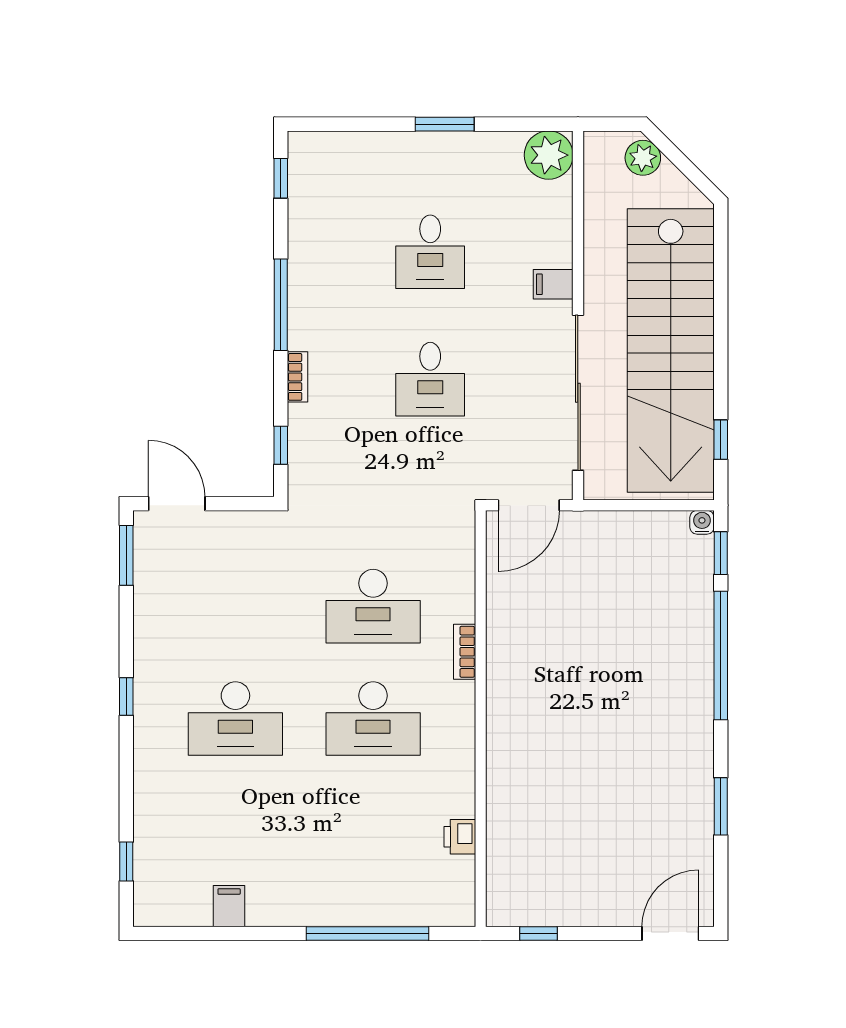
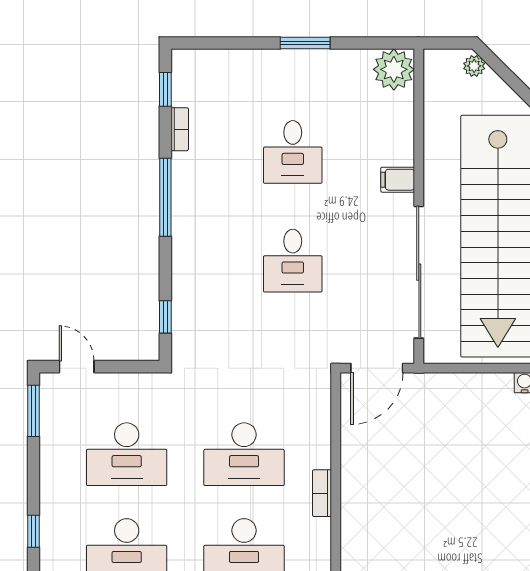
plant: (643, 158) -> (474, 66), width x0.73, depth x0.73
bookcase: (298, 377) -> (180, 129), moved
door: (177, 504) -> (77, 367), width x0.73
desk: (235, 606) -> (127, 454), added

